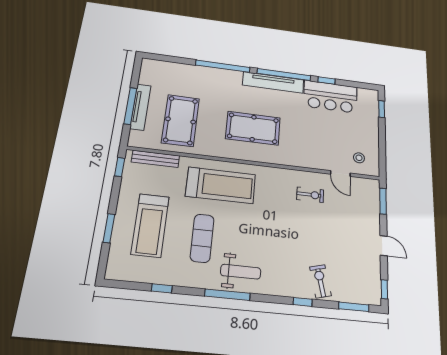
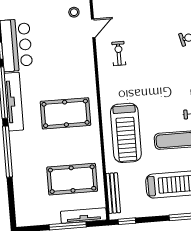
tv unit: (140, 107) -> (84, 216), moved
pool table: (253, 128) -> (65, 113), turned 90
treadmill: (221, 185) -> (126, 133), turned 180

